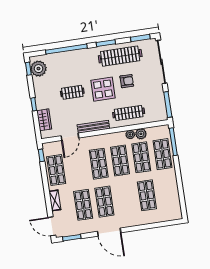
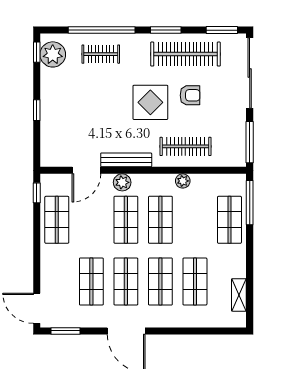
clothes rail: (72, 92) -> (101, 54), moved
wardrobe: (44, 120) -> (50, 137), removed
plant: (141, 134) -> (122, 182), moved
shop shelf: (141, 157) -> (160, 281), moved
shelving: (55, 200) -> (239, 295), moved

